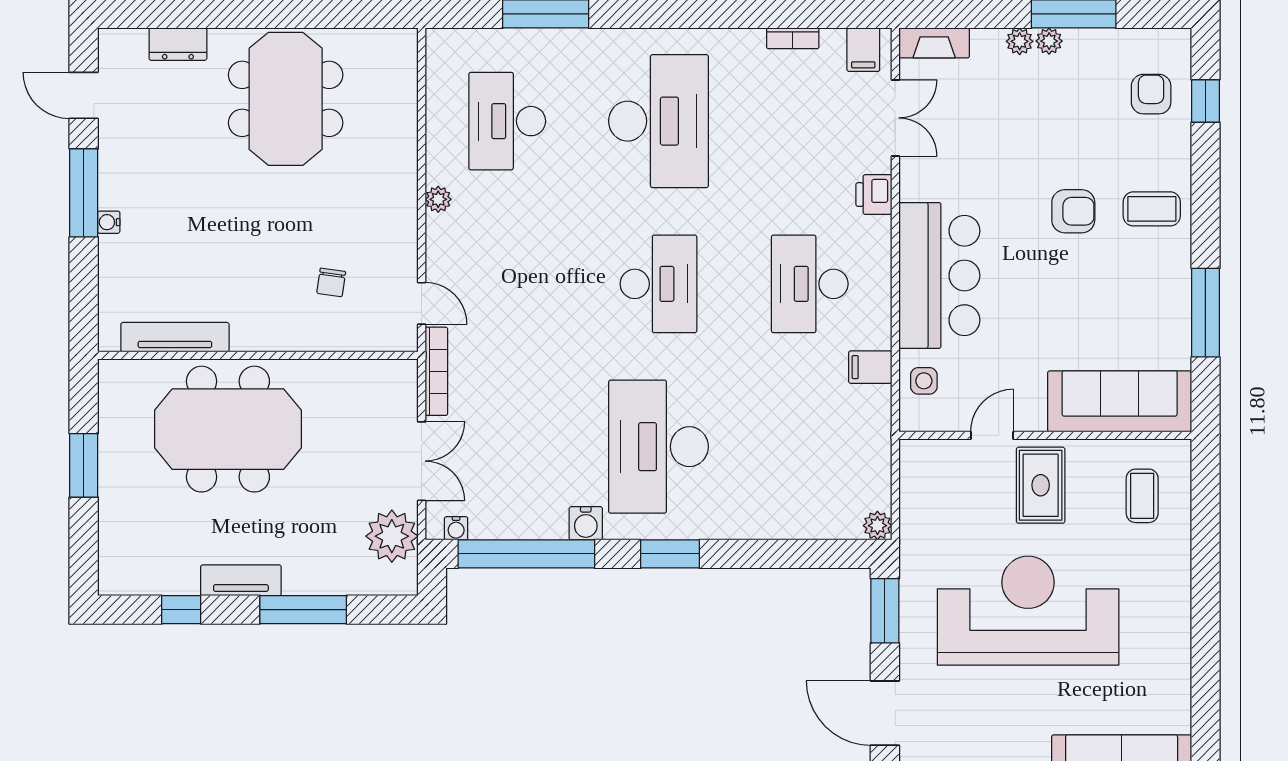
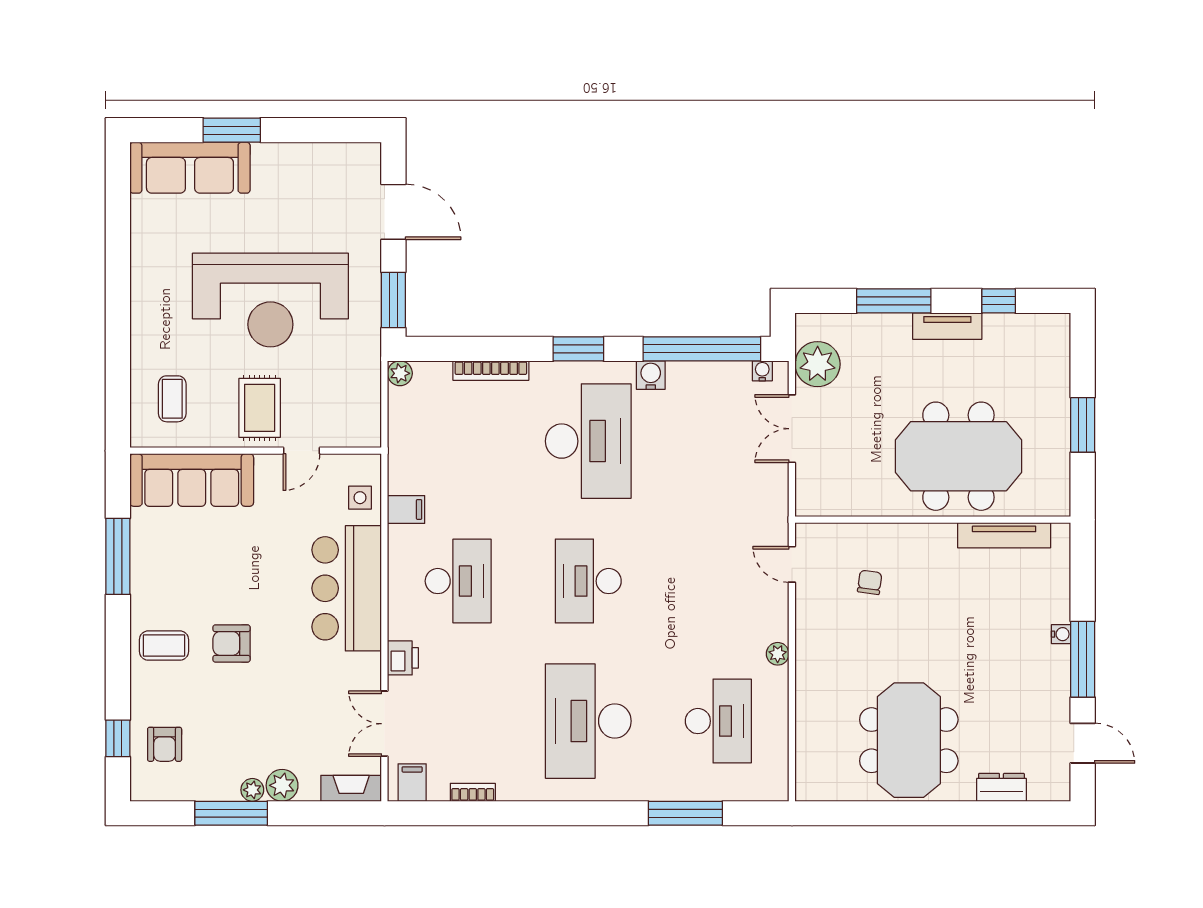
plant: (1020, 41) -> (282, 785), width x1.38, depth x1.38
bookcase: (436, 371) -> (491, 371), moved, turned -90

